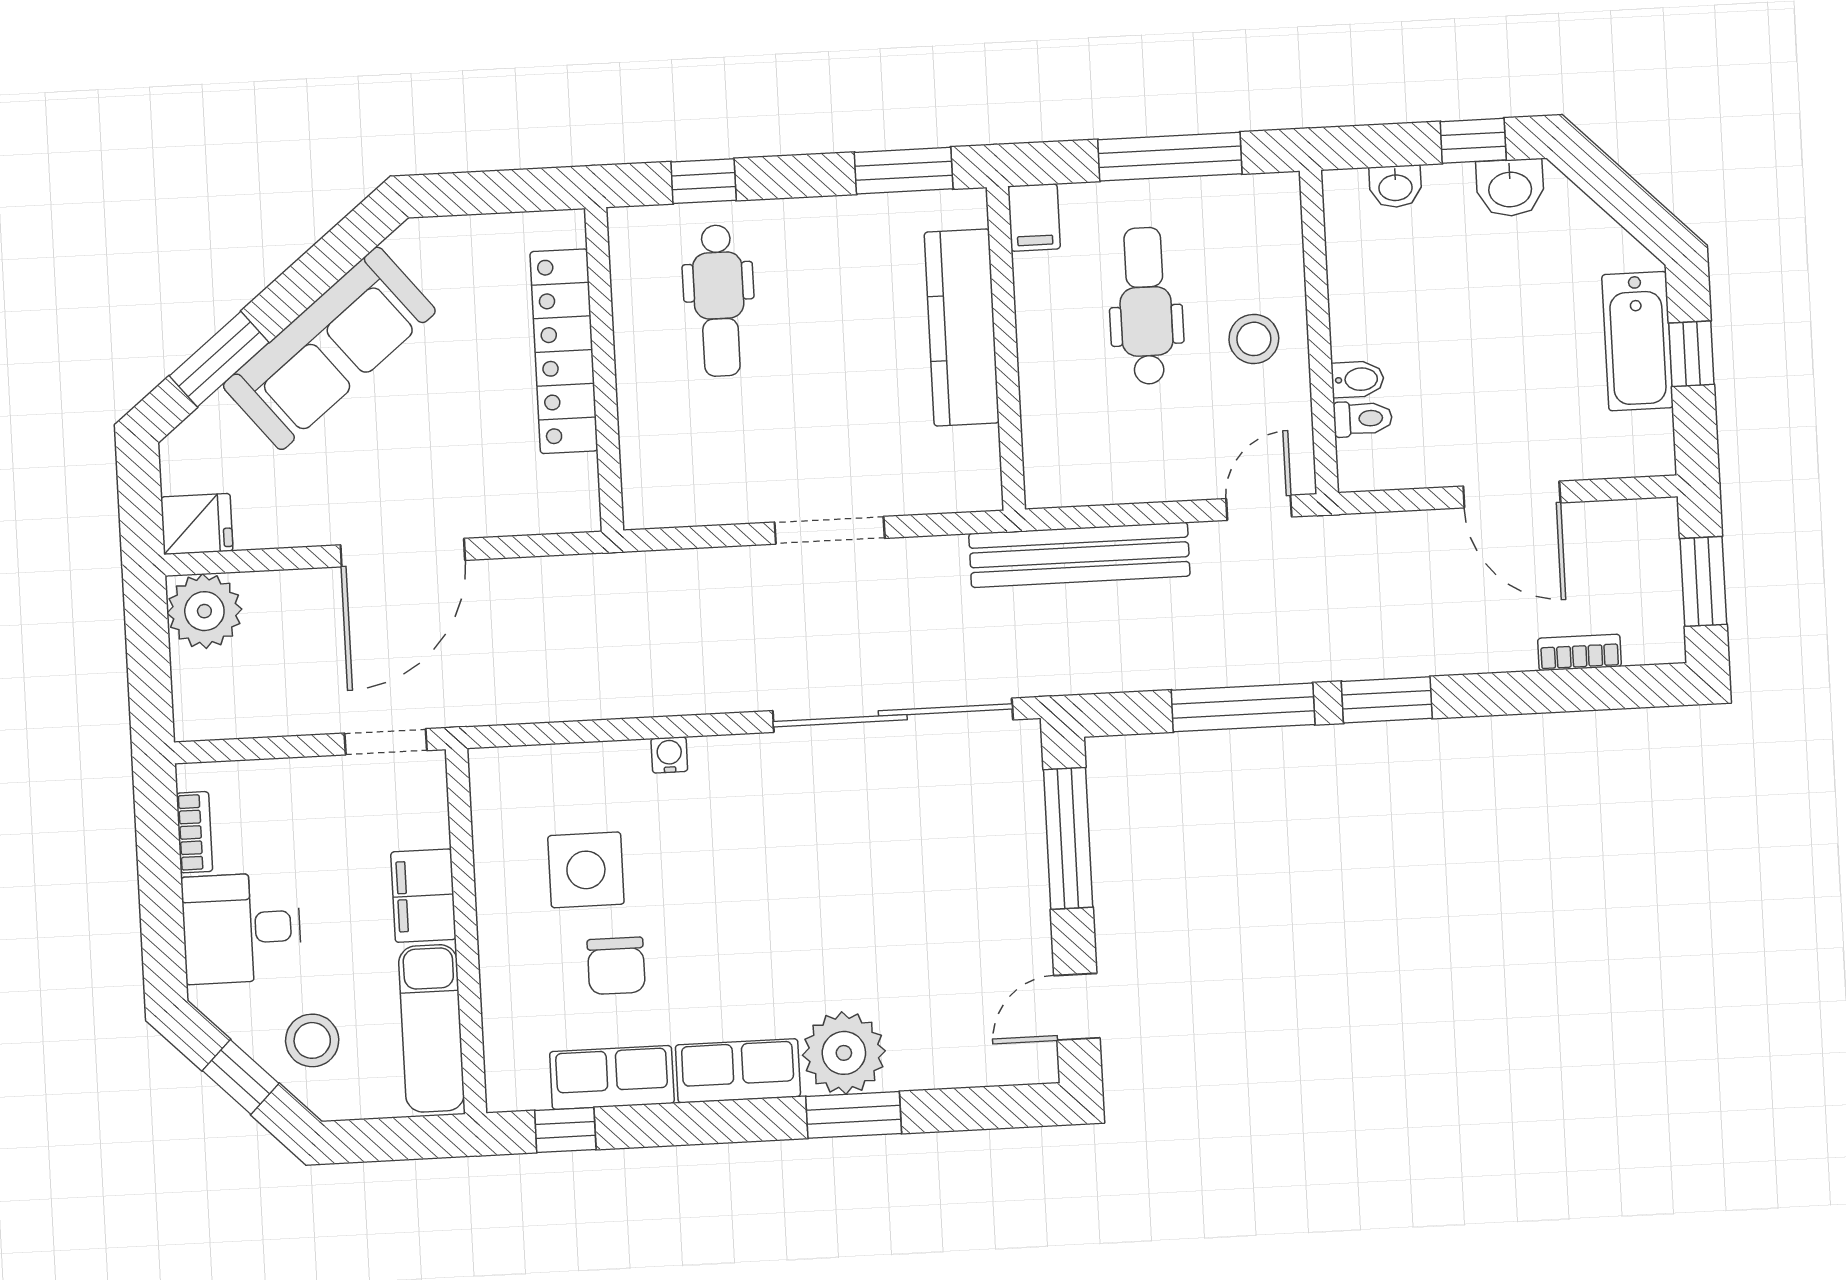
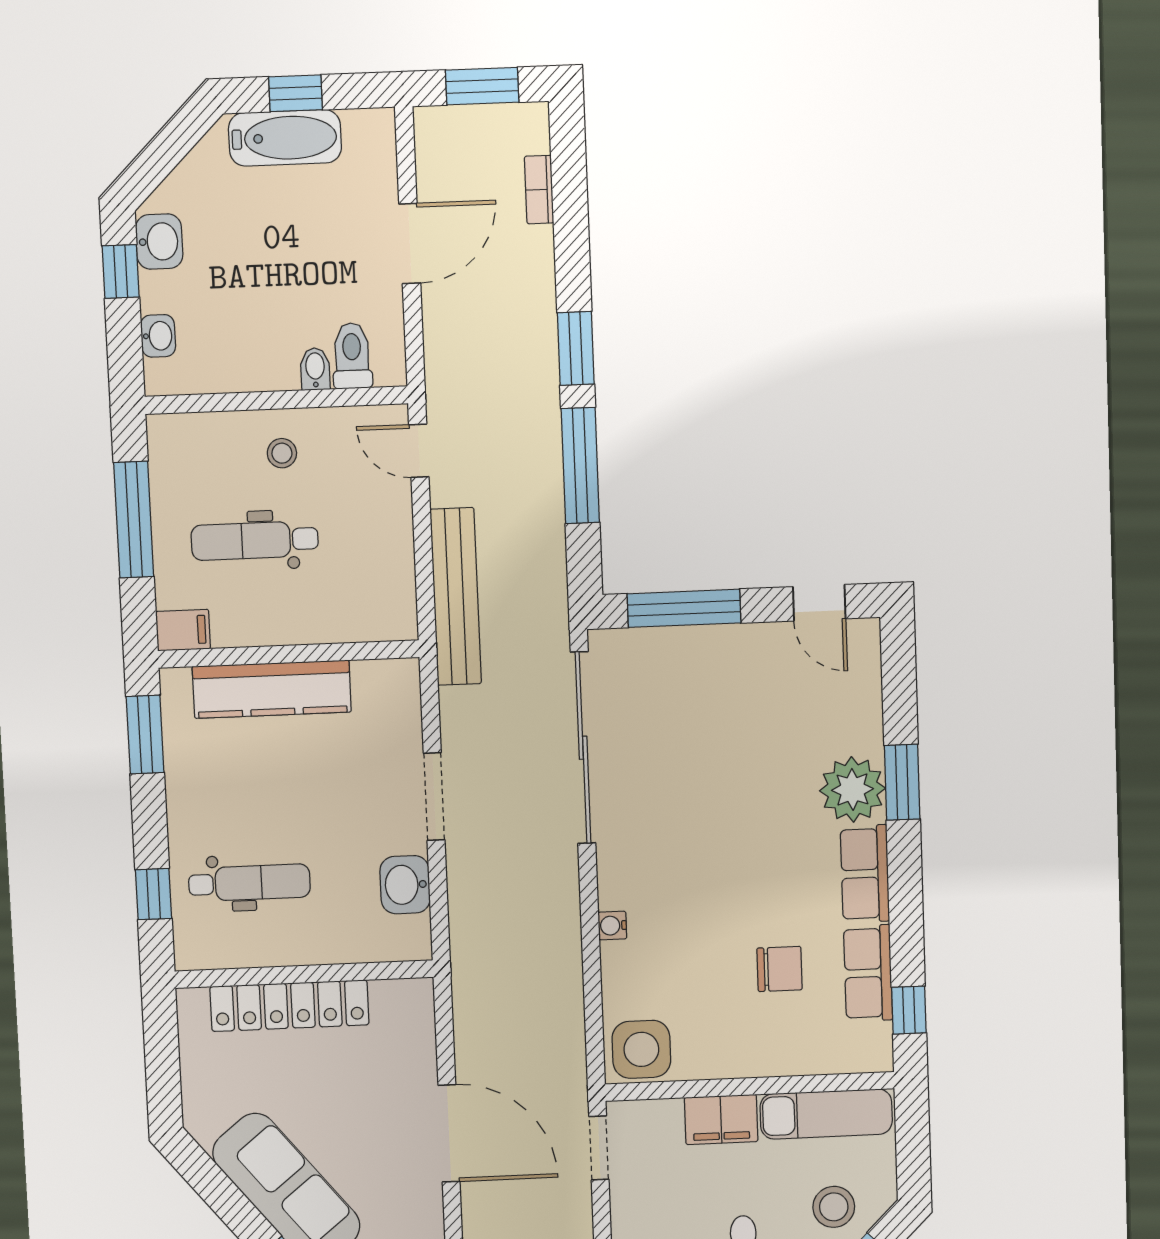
stool: (1254, 339) -> (282, 453), width x0.73, depth x0.73
toilet: (1363, 419) -> (352, 356), width x1.37, depth x1.39
washbasin: (718, 495) -> (405, 885), added
side table: (586, 870) -> (641, 1049), moved

